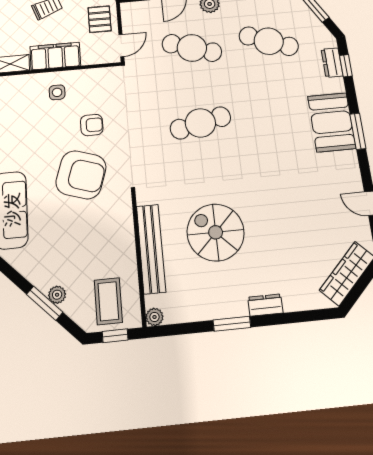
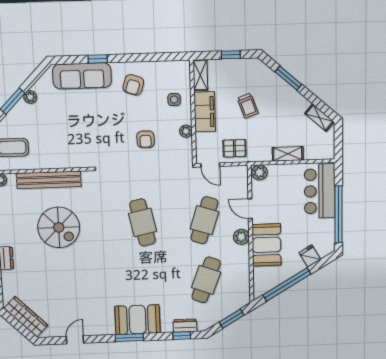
plant: (80, 77) -> (186, 131), added
side table: (57, 92) -> (174, 100), moved
armchair: (81, 175) -> (133, 85), moved, width x0.53, depth x0.53
spiral stairs: (216, 232) -> (59, 227), turned 90
plant: (57, 295) -> (30, 97), moved

